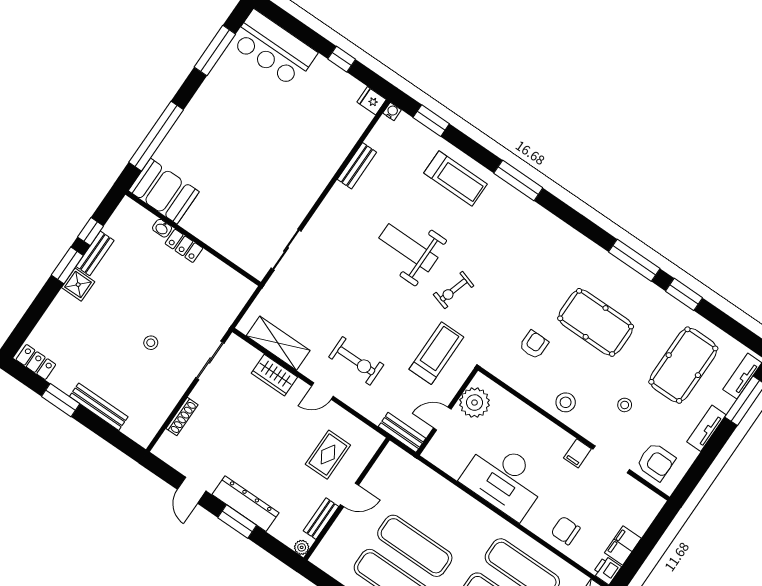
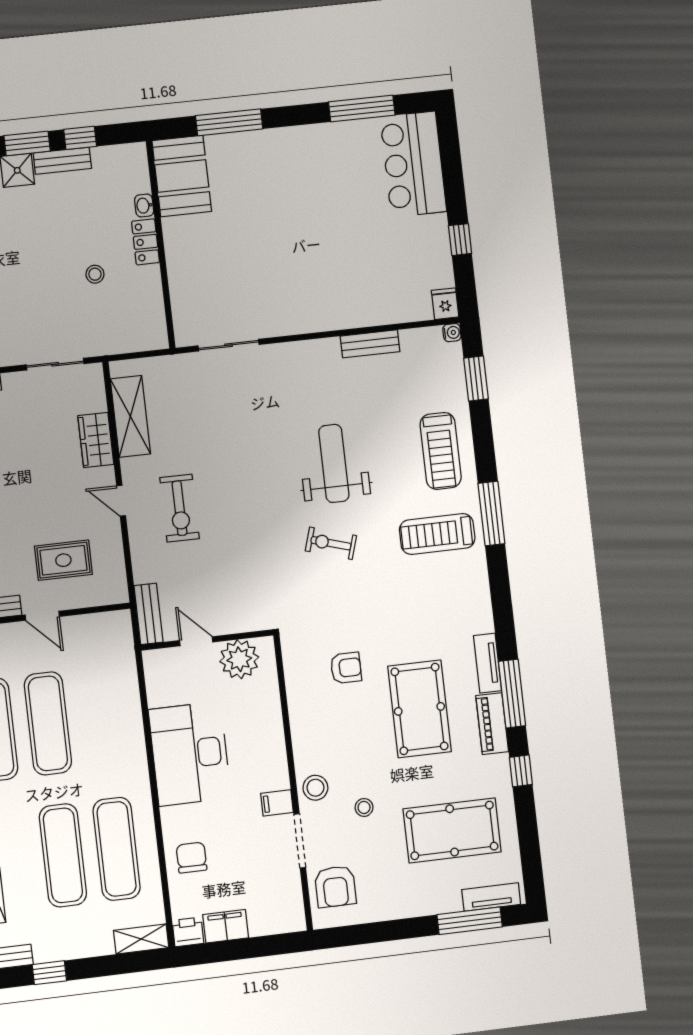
window: (156, 136) -> (229, 122), width x0.68
piano: (642, 287) -> (492, 724), added
window: (684, 294) -> (521, 771), width x0.67
stool: (151, 343) -> (95, 274), moved
treadmill: (436, 353) -> (437, 534), moved, turned 180
stool: (566, 402) -> (315, 788), moved
tv unit: (706, 428) -> (487, 663), moved, turned -90

